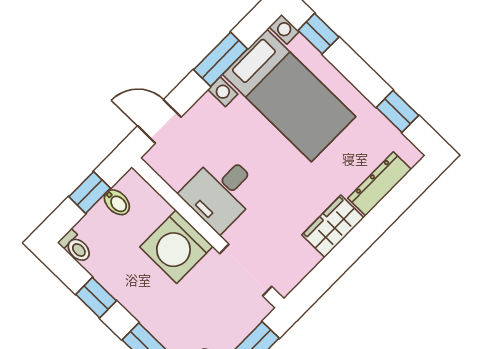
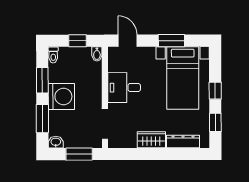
window: (318, 34) -> (215, 91), moved
bidet: (117, 202) -> (97, 54), moved
washing machine: (176, 247) -> (61, 97), moved, turned 180
window: (96, 298) -> (42, 80), width x1.50

